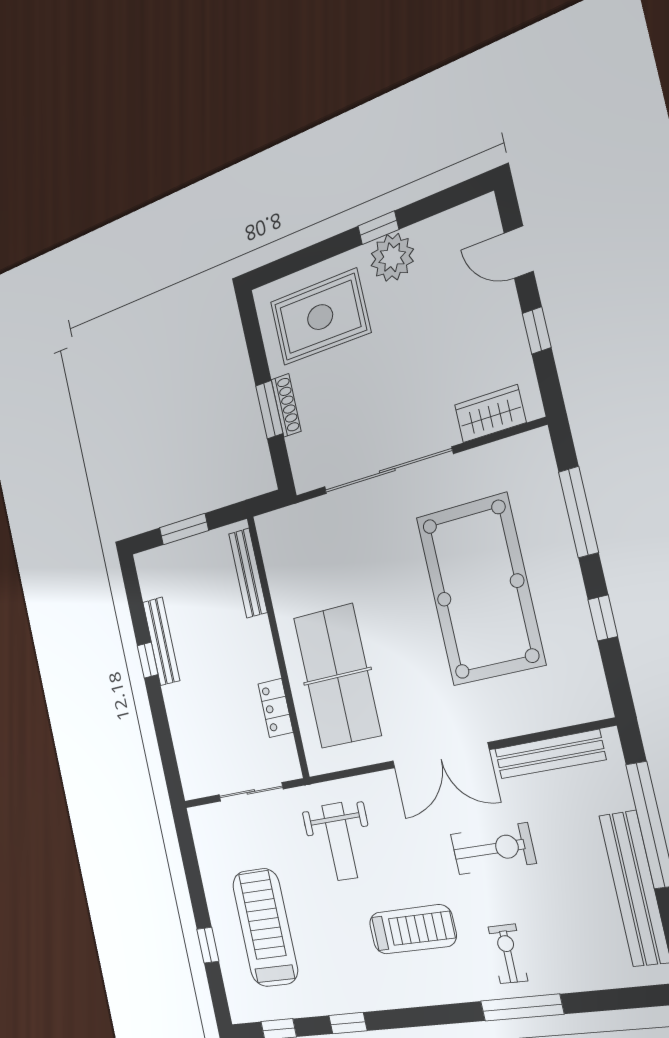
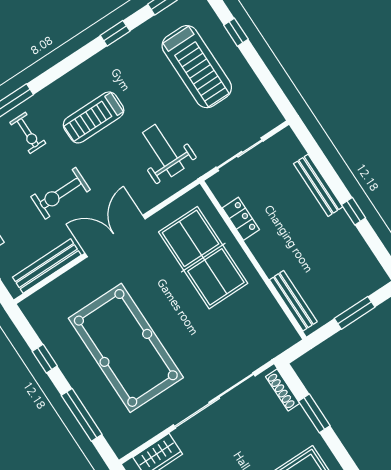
shoe rack: (286, 405) -> (283, 390), moved
bench: (161, 641) -> (318, 185), moved

